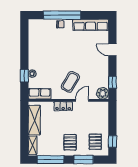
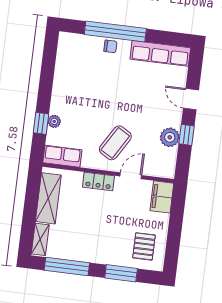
window: (112, 82) -> (187, 135), moved
plant: (103, 93) -> (170, 137), moved
filing cabinet: (102, 111) -> (162, 197), added
window: (112, 141) -> (172, 249), removed
pallet: (70, 142) -> (102, 242), removed

